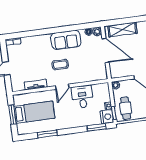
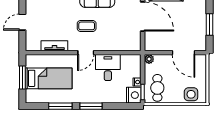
window: (96, 127) -> (91, 106), moved

